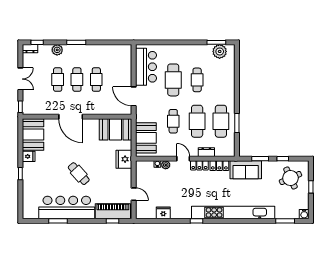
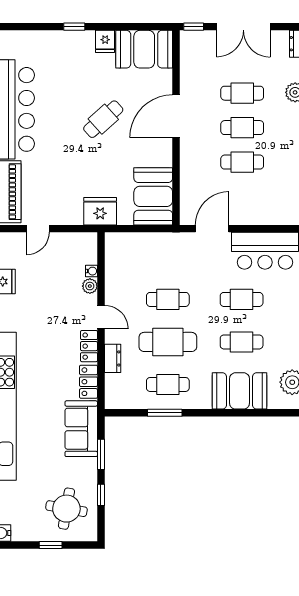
double door: (20, 79) -> (243, 27), width x1.37
cafe table: (173, 80) -> (242, 299), width x0.73, depth x0.74
cafe table: (221, 121) -> (168, 384), width x0.73, depth x0.74
booth: (146, 138) -> (239, 391), moved
door: (183, 159) -> (101, 317), hinge flipped
cafe table: (79, 174) -> (103, 119), moved
round table: (290, 178) -> (66, 509), turned 34

